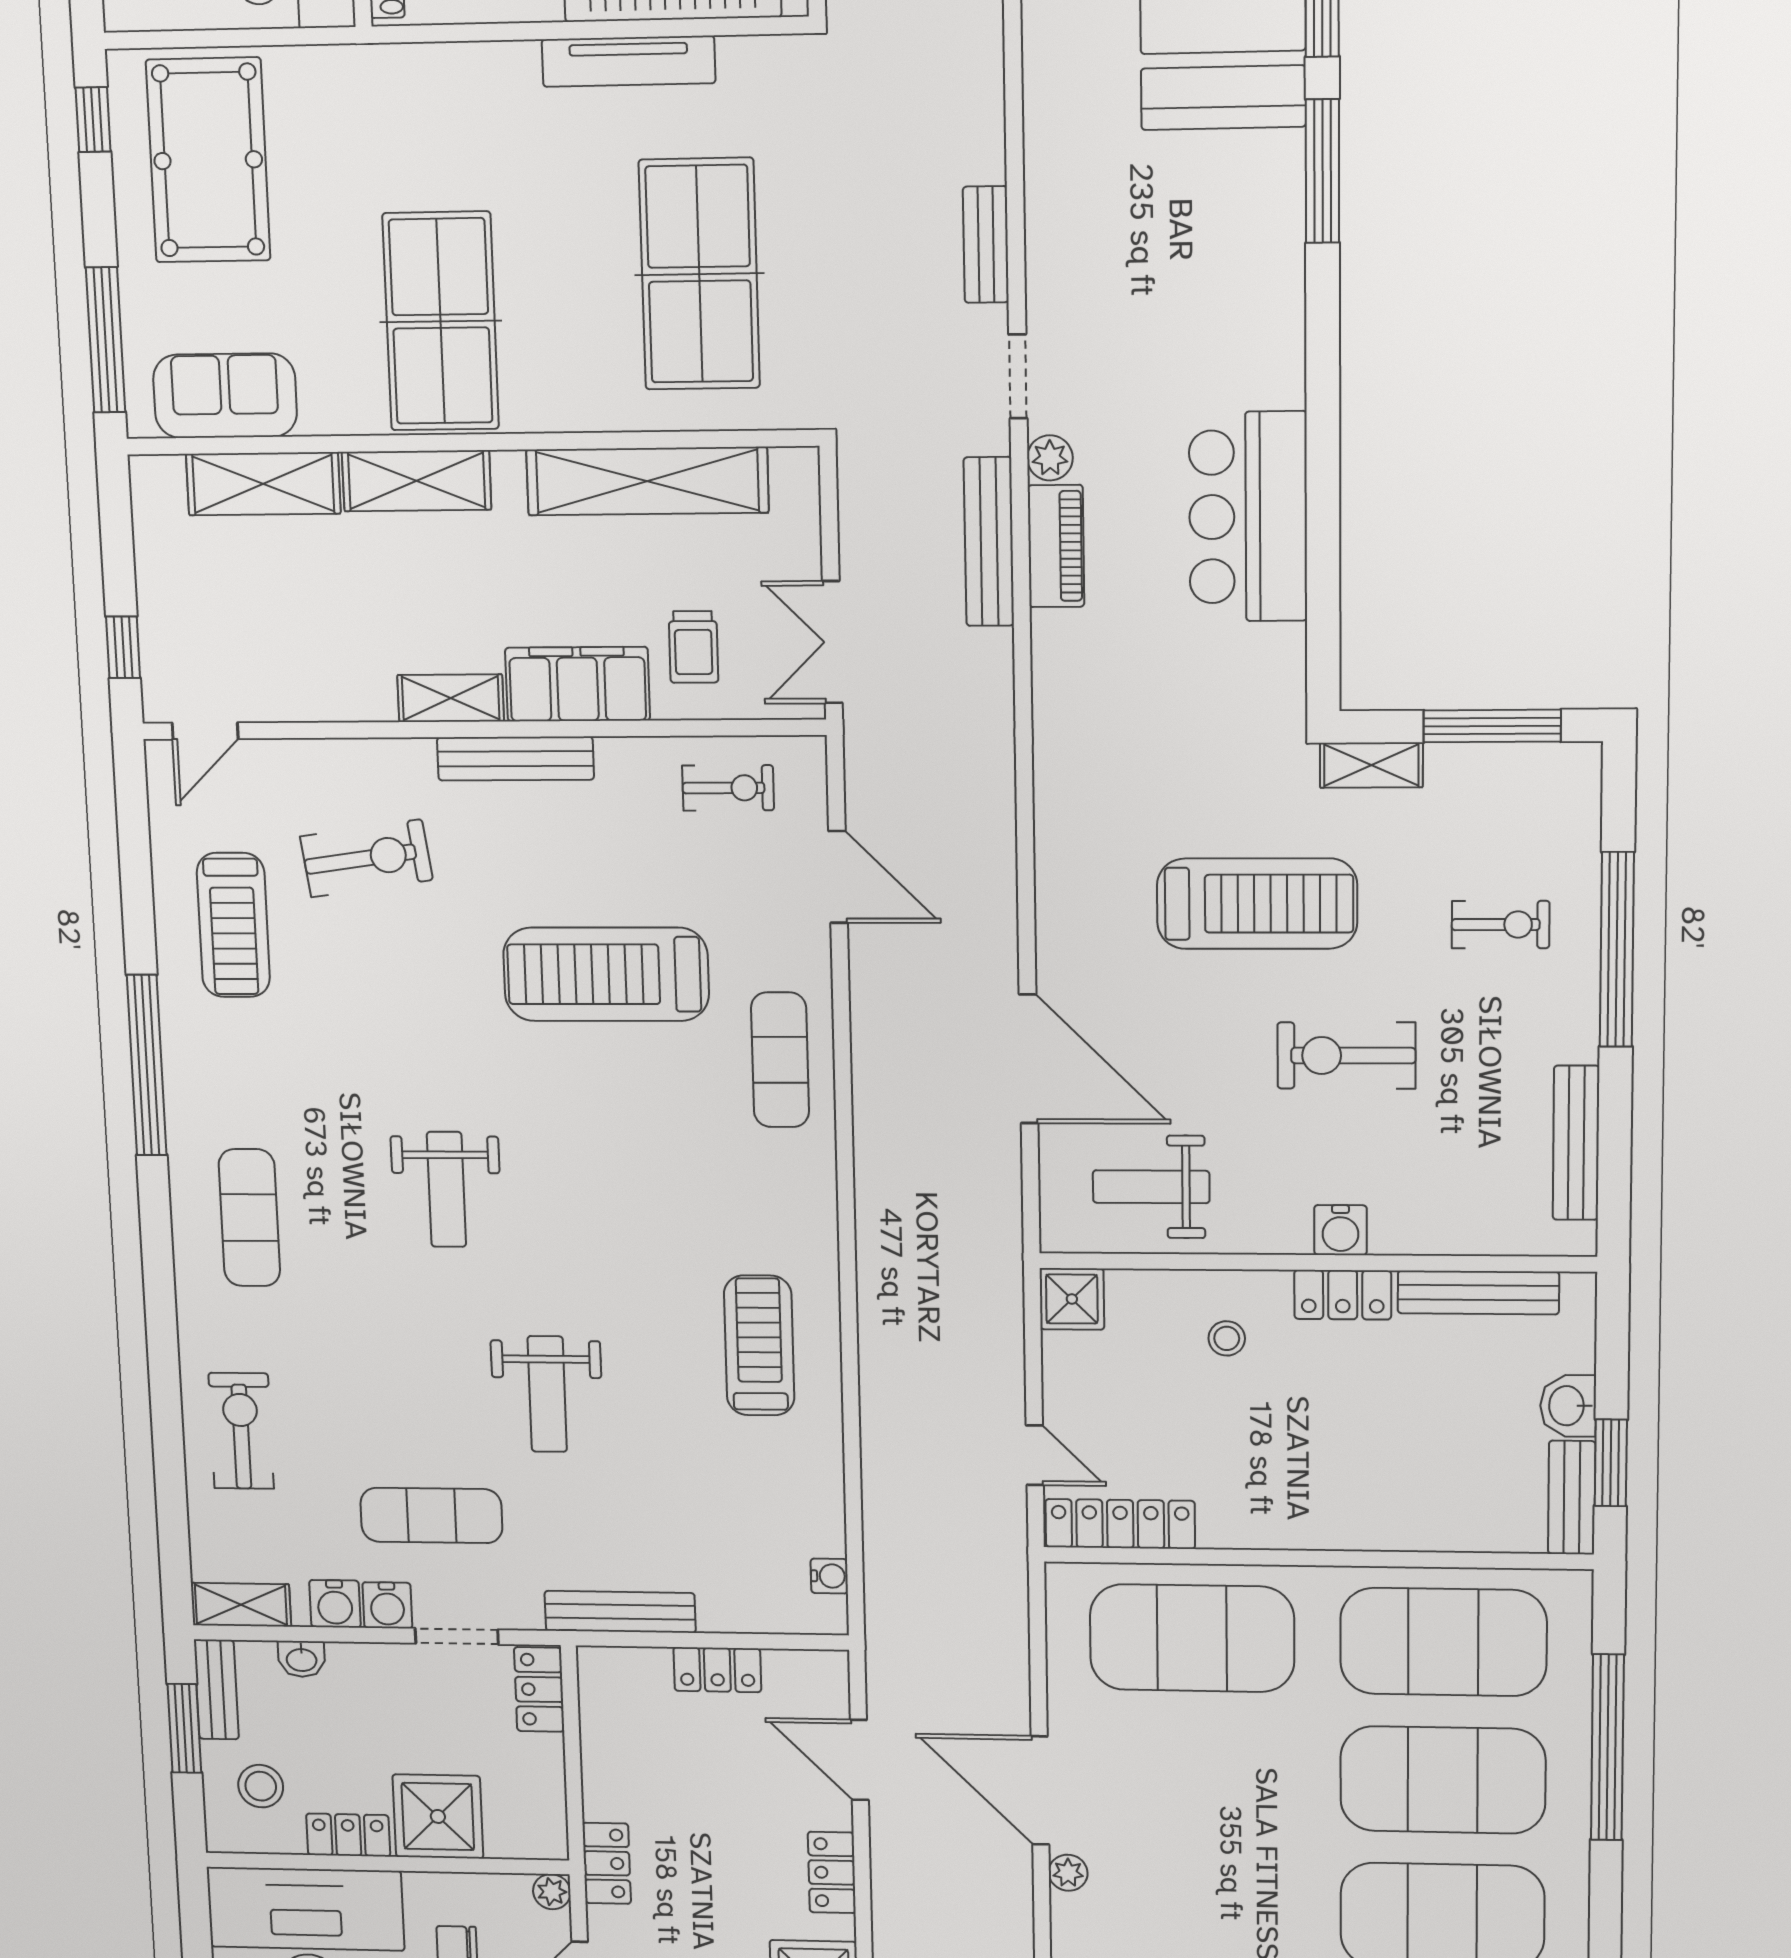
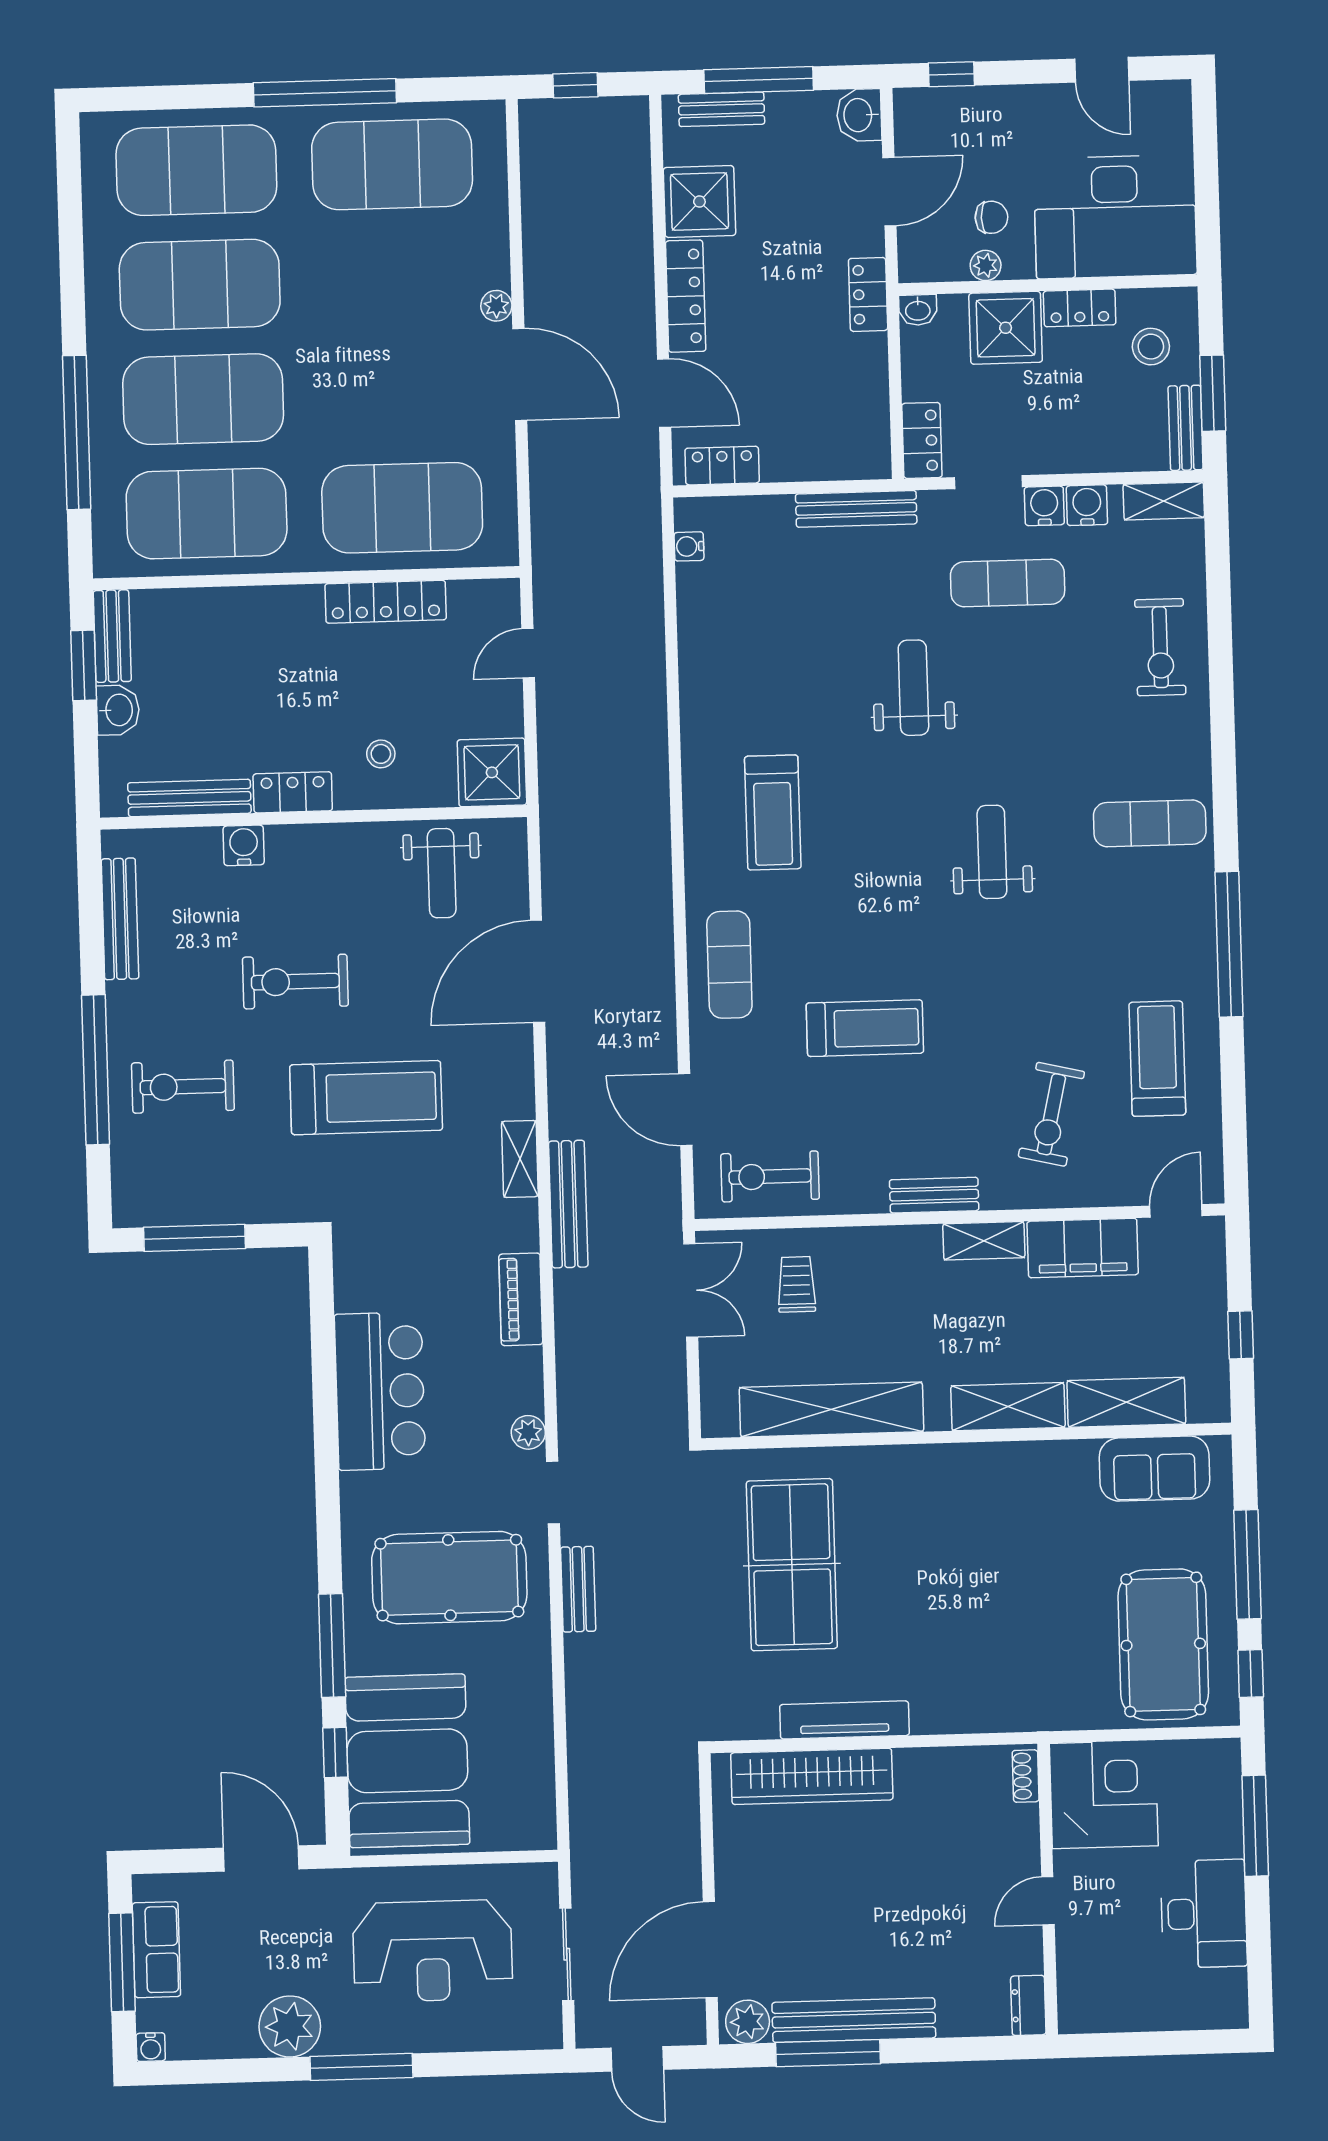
pool table: (1160, 263) -> (449, 1578), added
table tennis table: (441, 321) -> (988, 1527), removed
window: (106, 340) -> (1247, 1564), moved
bench: (989, 542) -> (568, 1204), moved
piano: (1056, 546) -> (521, 1299), moved
window: (123, 647) -> (1241, 1335), moved
filing cabinet: (578, 684) -> (1083, 1248), moved
bench: (515, 759) -> (934, 1195), width x0.73
shelving: (1371, 765) -> (520, 1159), moved, turned 90
exercise bike: (728, 788) -> (770, 1176), width x1.38, depth x1.39
exercise bike: (366, 858) -> (1051, 1114), turned -69
treadmill: (1257, 904) -> (366, 1098), turned 180
exercise bike: (1501, 925) -> (183, 1087), width x1.38, depth x1.39
treadmill: (606, 974) -> (865, 1028), width x0.73, depth x0.73
exercise bike: (1346, 1056) -> (295, 982), turned 180
door: (1029, 1059) -> (538, 971), hinge flipped
weight bench: (1151, 1187) -> (442, 873), turned 90
exercise mat: (249, 1218) -> (1150, 823), turned 90
water cooler: (1340, 1230) -> (244, 845), moved
shower: (1072, 1299) -> (492, 772), width x1.36, depth x1.36
treadmill: (759, 1346) -> (773, 812), moved
door: (1035, 1455) -> (528, 653), hinge flipped
locker: (1120, 1524) -> (386, 602), moved
washbasin: (302, 1659) -> (918, 310), moved, turned 180
locker: (717, 1670) -> (722, 466), moved
locker: (832, 1872) -> (686, 296), width x1.53
plant: (552, 1892) -> (986, 265), moved

